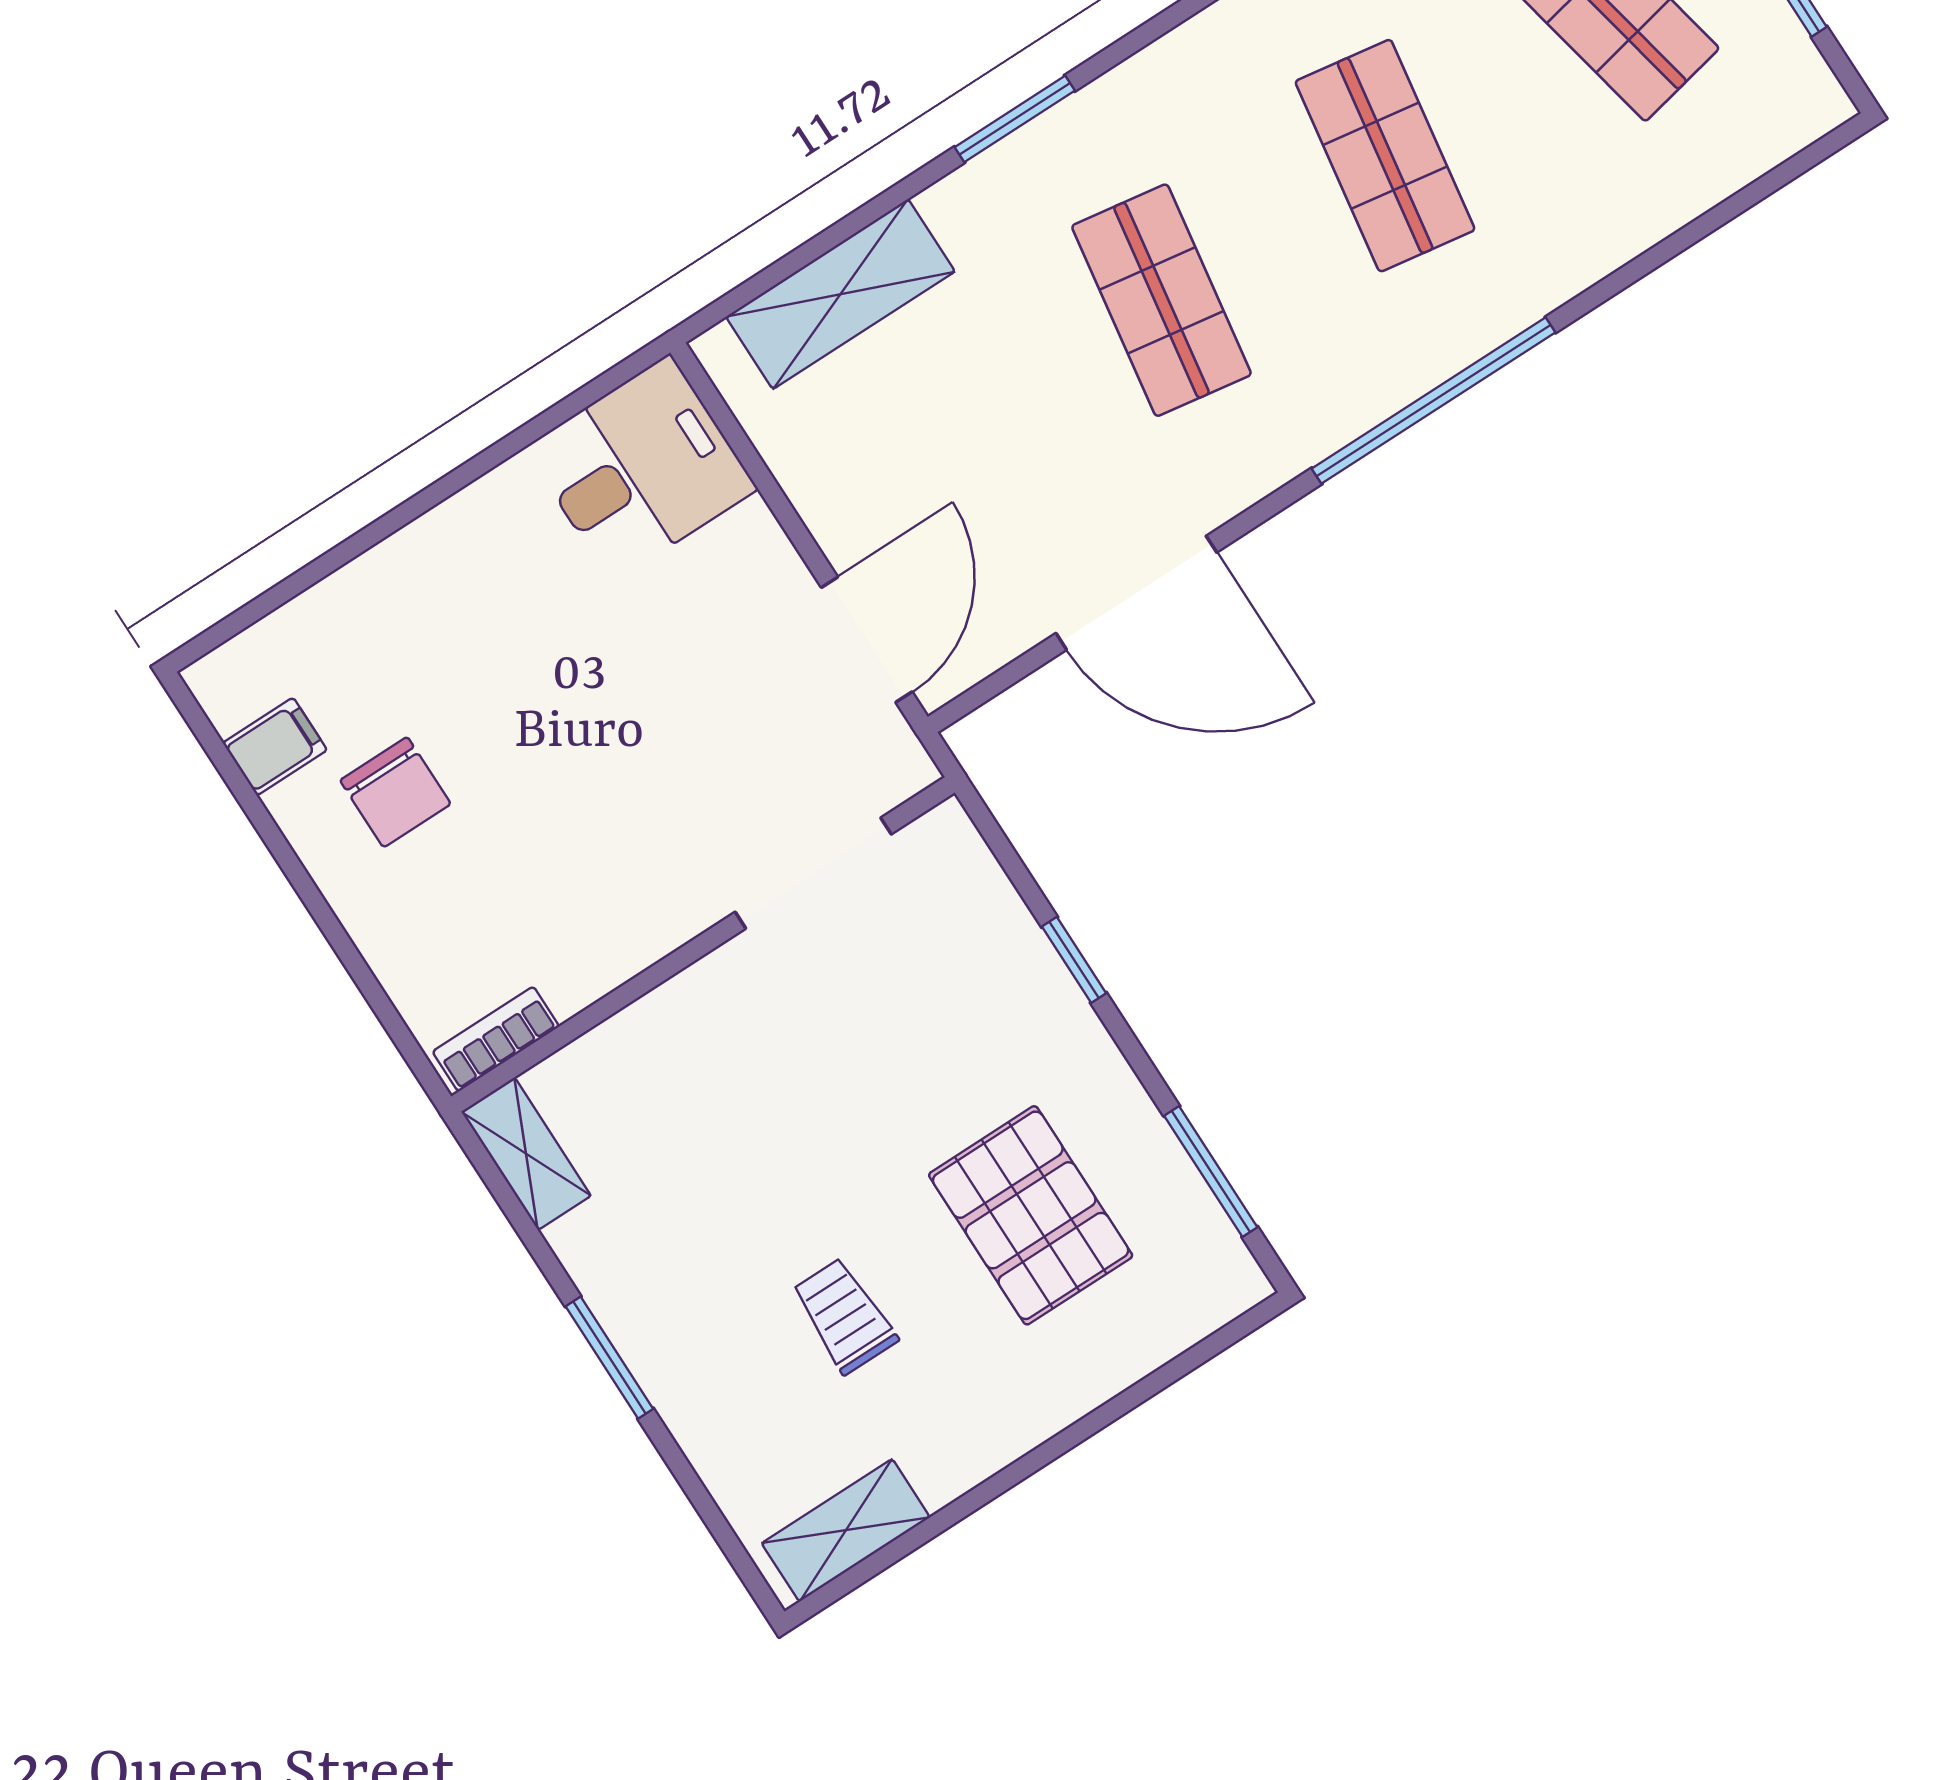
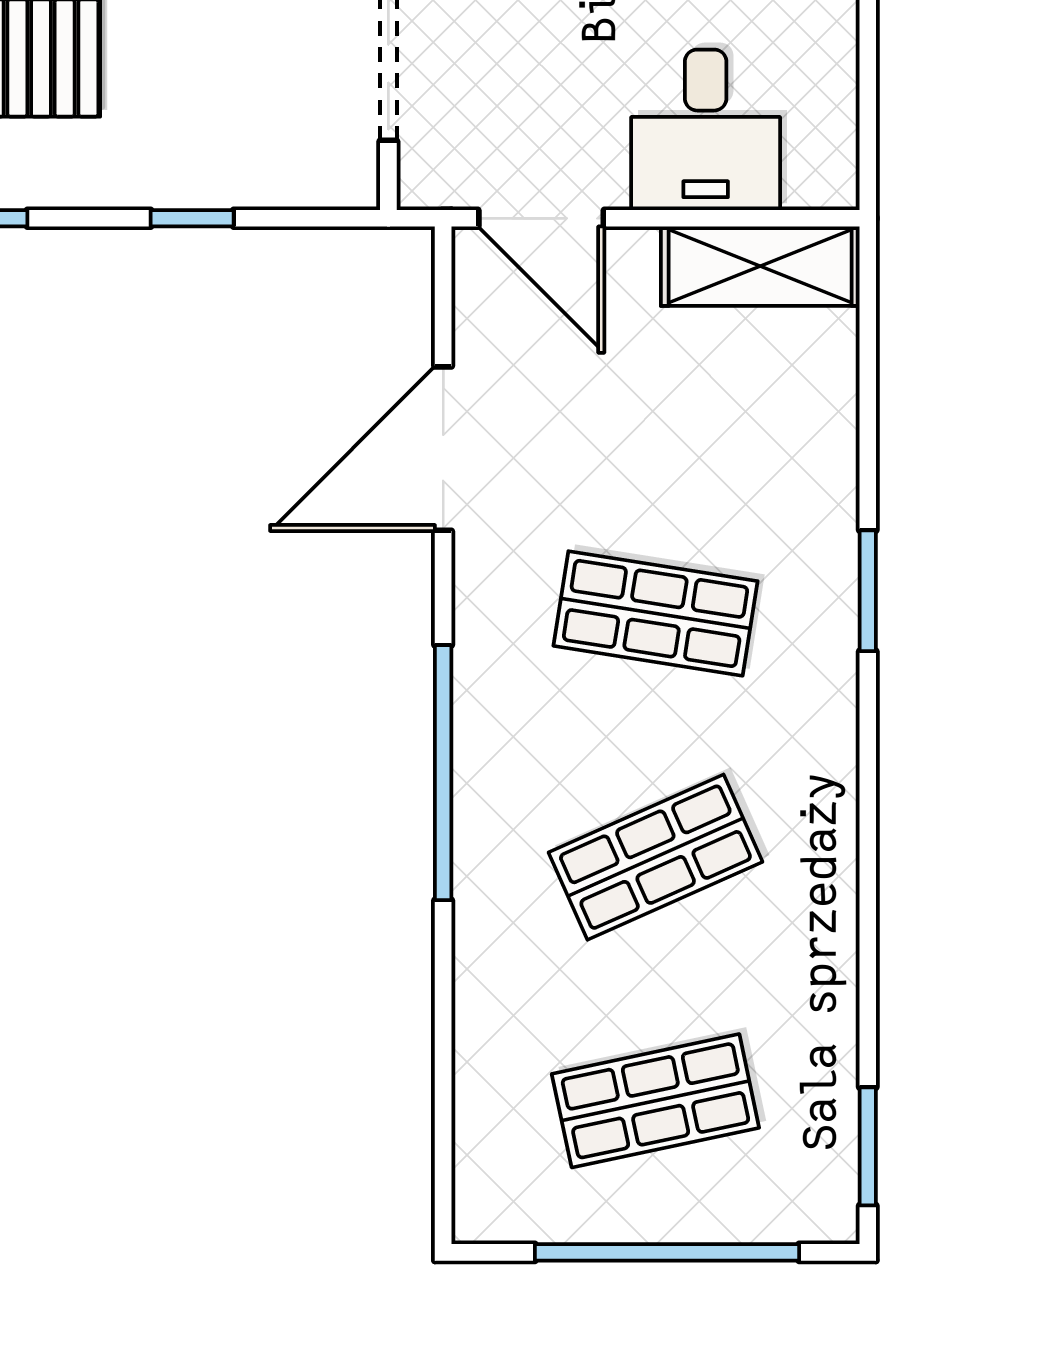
shop shelf: (1385, 156) -> (655, 857), turned -33
shelving: (840, 294) -> (760, 266), moved, turned 90
desk: (641, 469) -> (706, 130), moved

